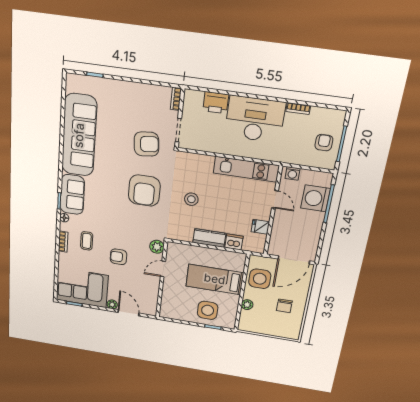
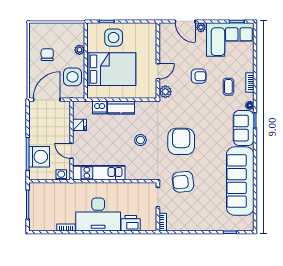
armchair: (324, 143) -> (41, 204), removed
bed: (215, 279) -> (111, 69), width x1.50

